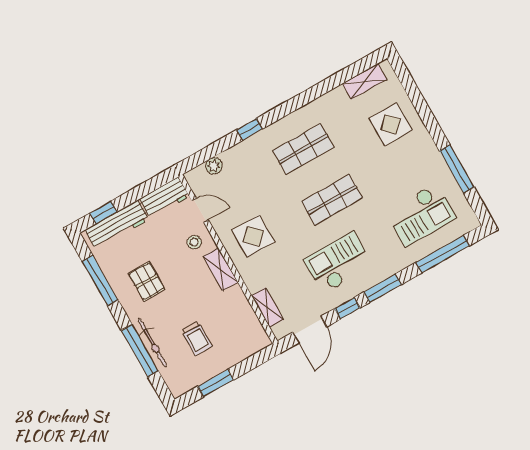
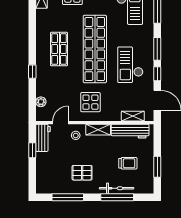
shop shelf: (332, 200) -> (95, 49), width x2.00, depth x1.36
window: (103, 212) -> (32, 150), moved
workbench: (117, 225) -> (130, 131), moved, turned 90

